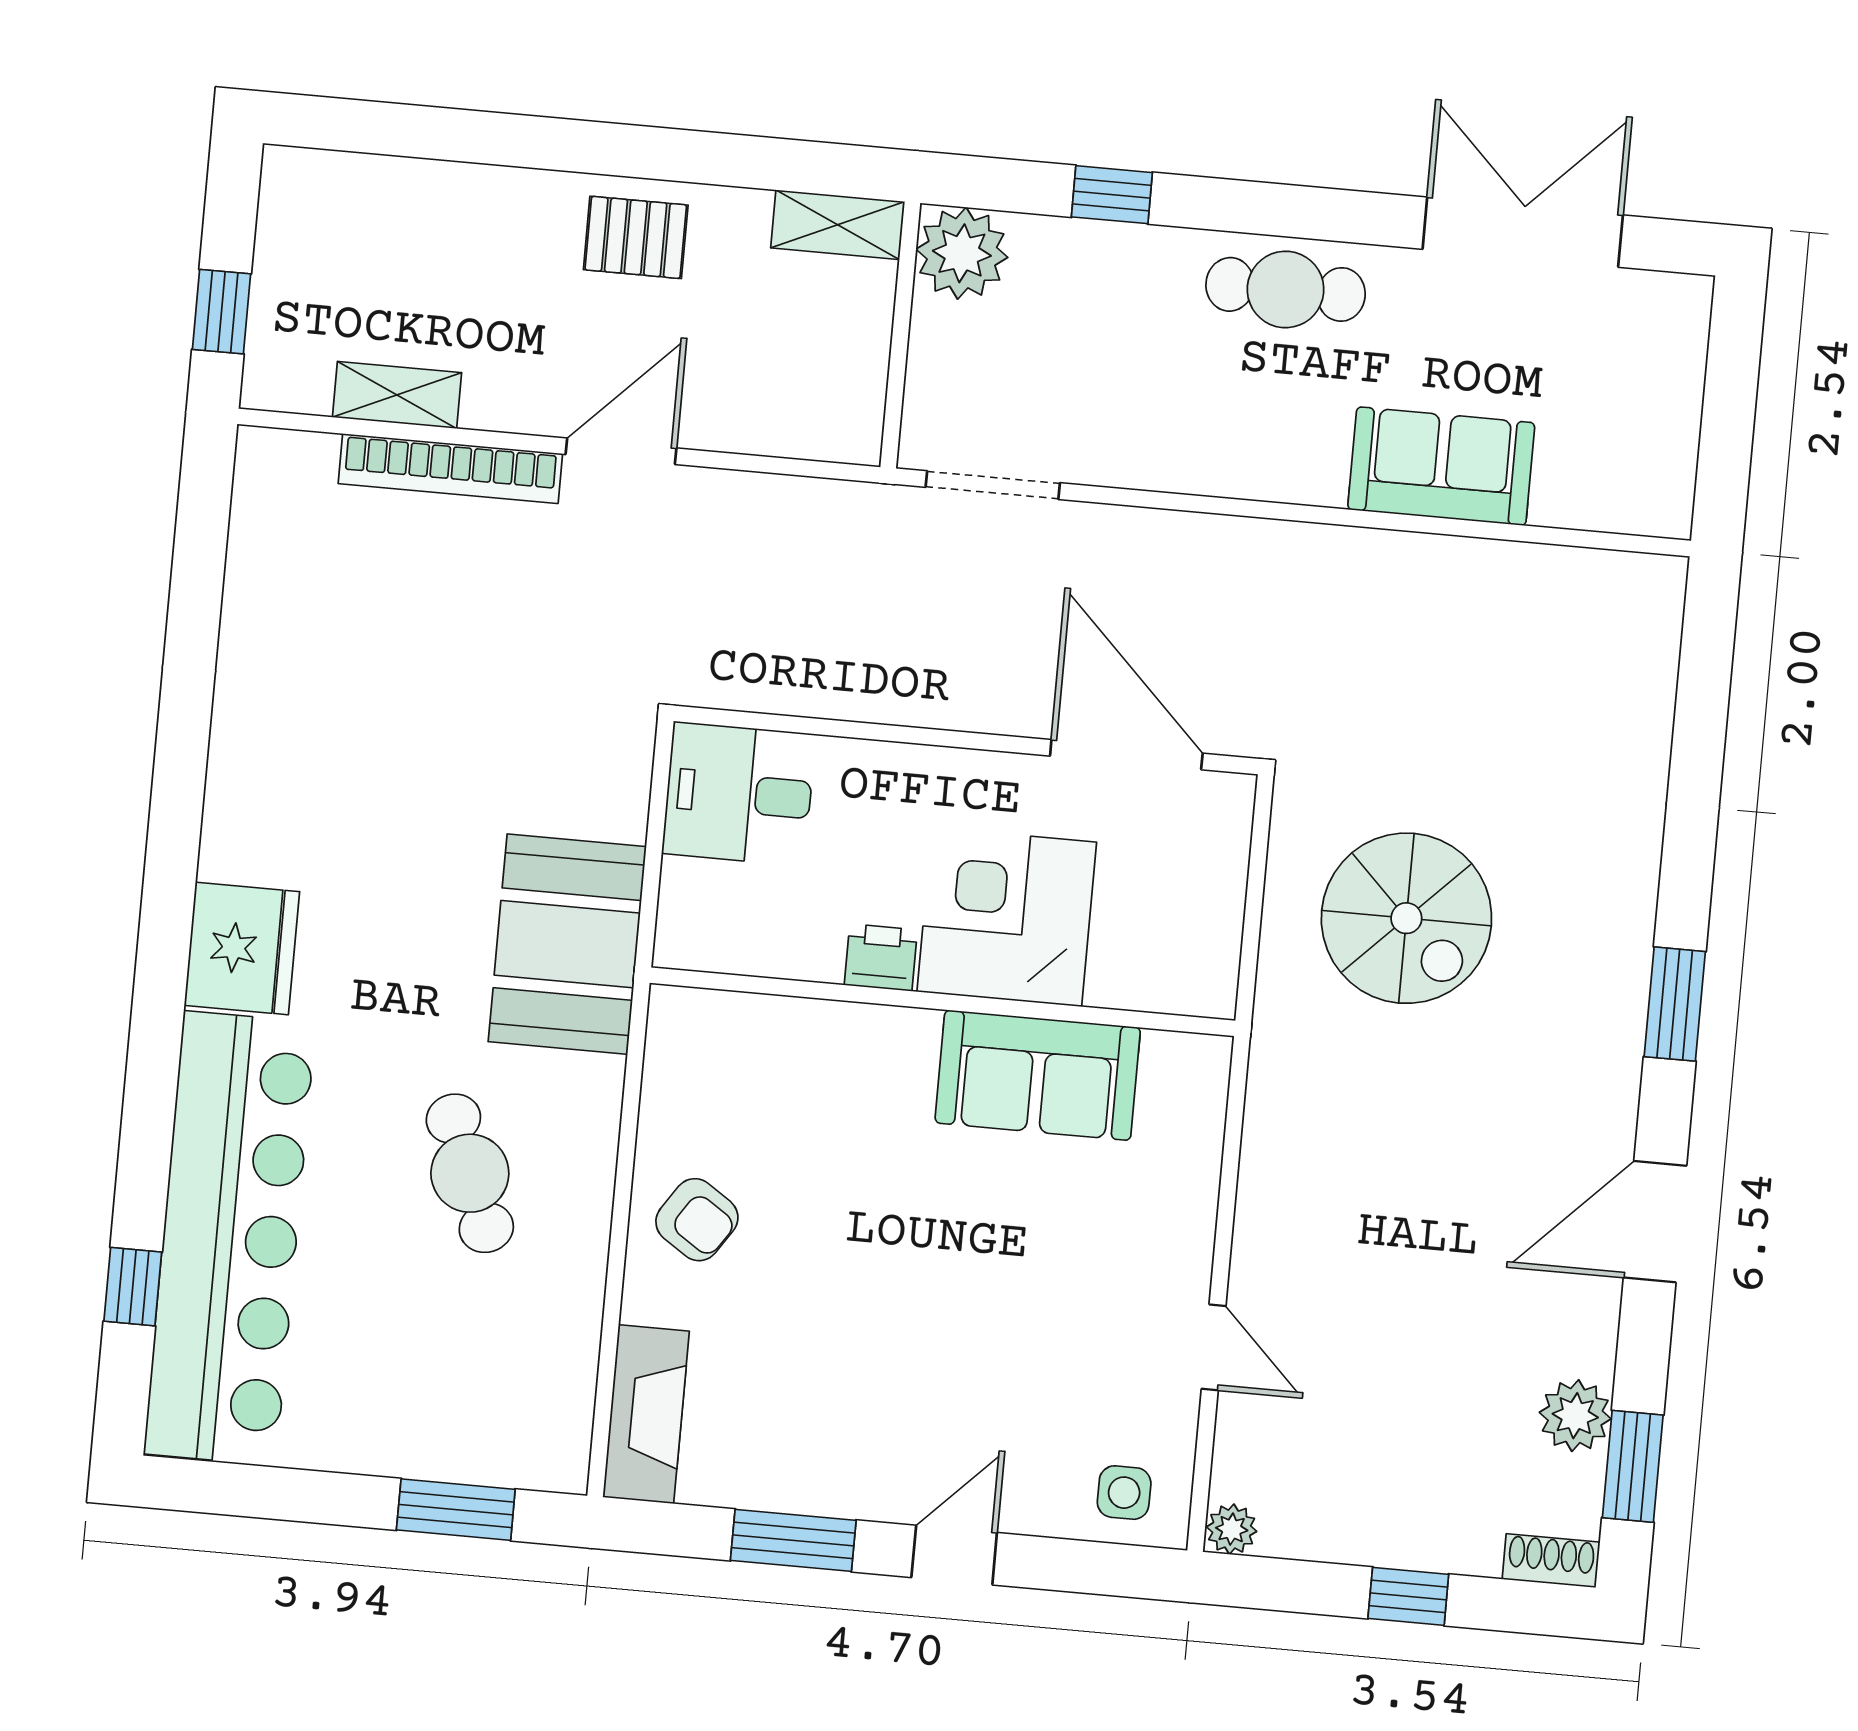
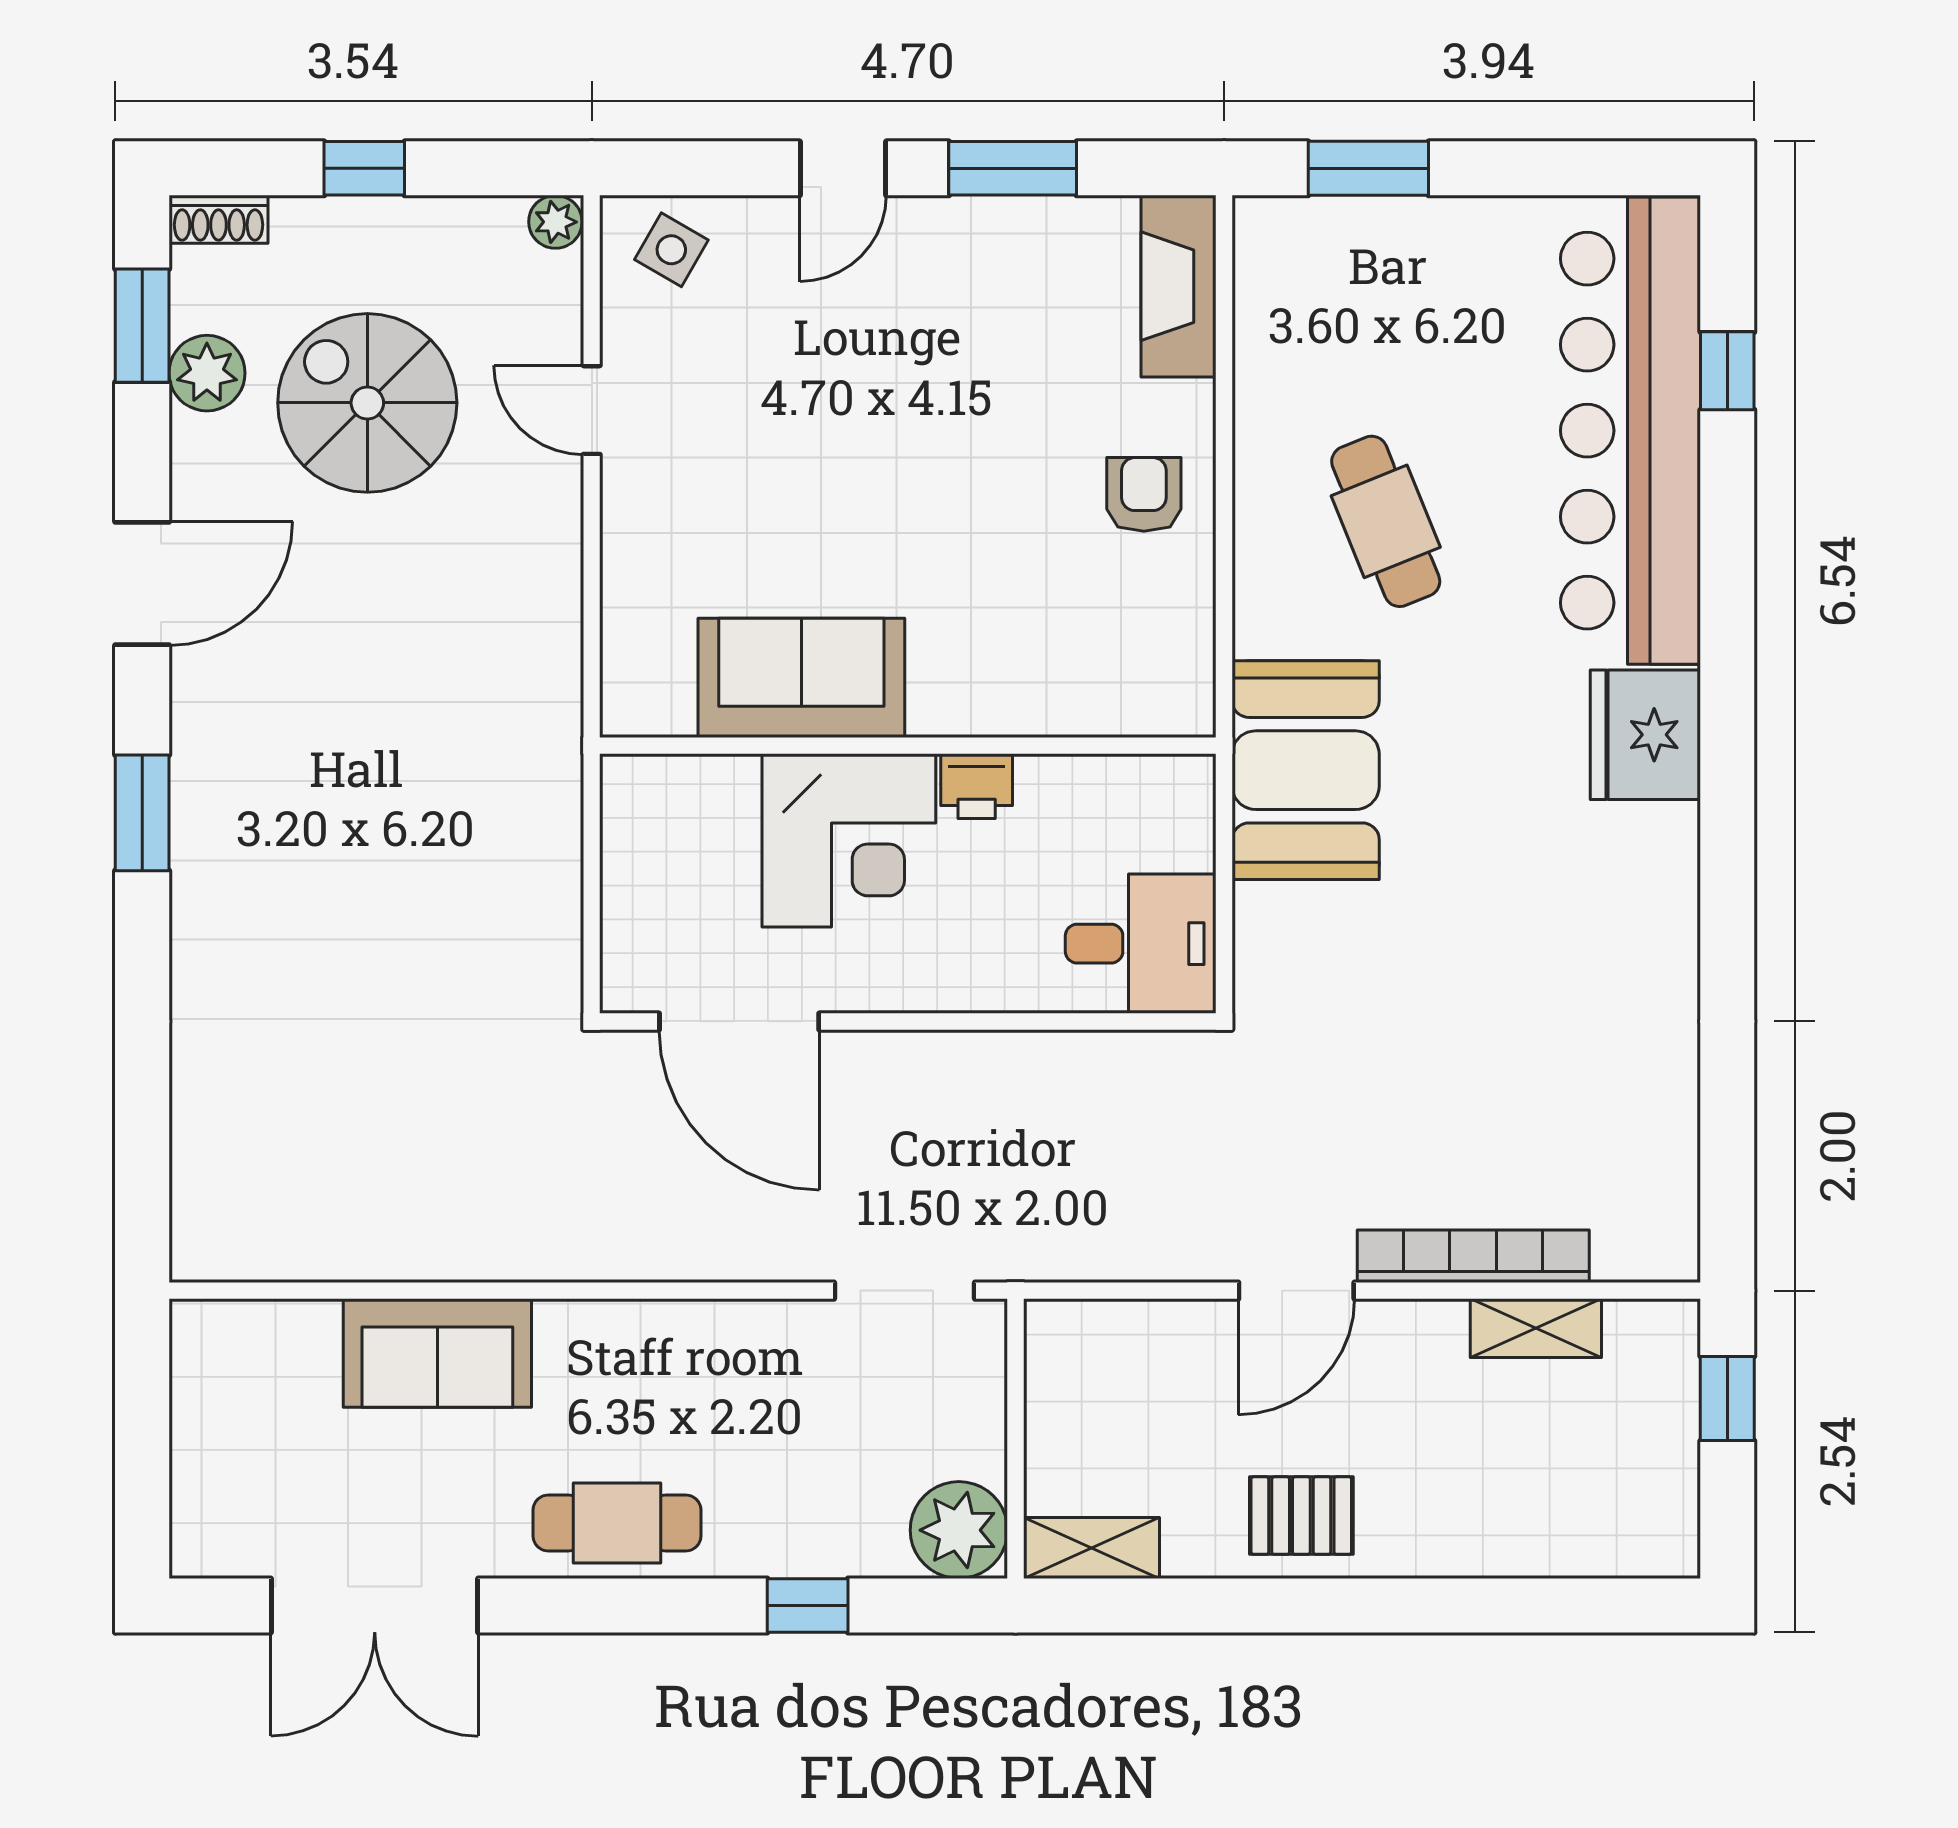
spiral stairs: (1406, 918) -> (367, 403), moved
armchair: (697, 1220) -> (1144, 494), turned 56
side table: (1124, 1493) -> (671, 250), turned 30

